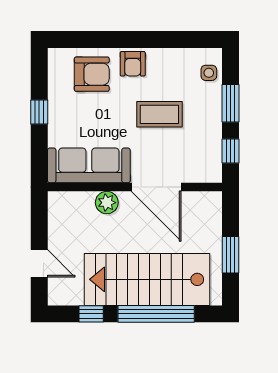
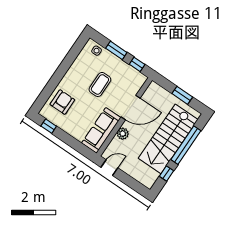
armchair: (133, 64) -> (70, 81), removed
window: (39, 112) -> (49, 126), moved
door: (39, 263) -> (109, 168), moved

